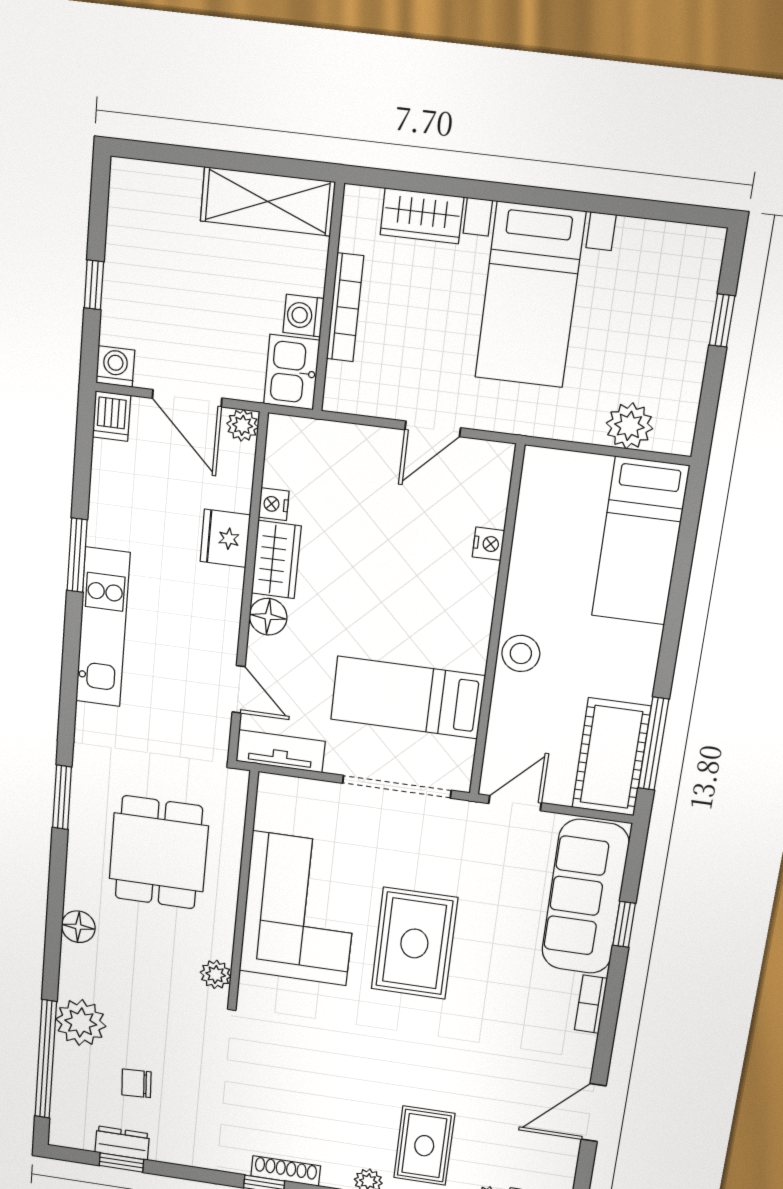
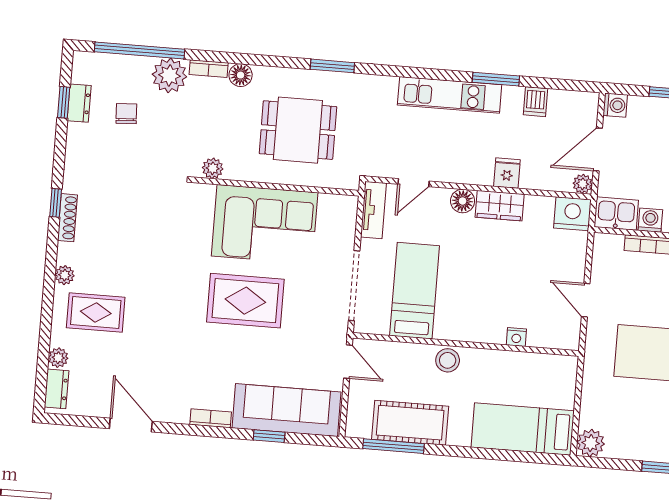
dishwasher: (112, 416) -> (535, 102), moved, turned -90
plant: (629, 426) -> (591, 443), moved
nightstand: (274, 504) -> (572, 214), moved, width x1.89, depth x1.79
fridge: (225, 538) -> (507, 173), width x0.72
cot: (611, 757) -> (410, 423), moved
bookcase: (70, 969) -> (209, 69), added

